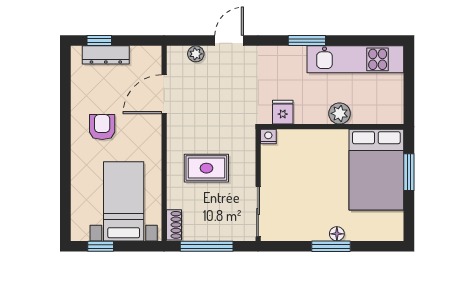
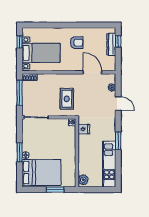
plant: (340, 113) -> (83, 180), moved
rug: (206, 168) -> (67, 99), moved
bed: (376, 170) -> (41, 173), moved, turned 180

